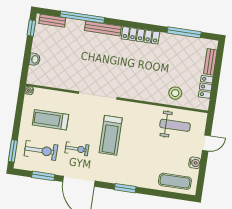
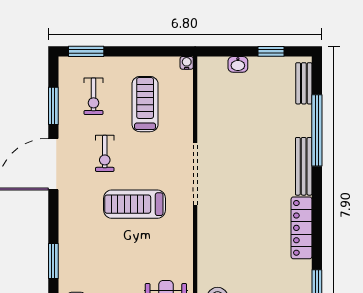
window: (31, 28) -> (271, 51), moved
exercise bike: (41, 150) -> (94, 96), width x0.73, depth x0.72
window: (125, 188) -> (53, 261), moved

